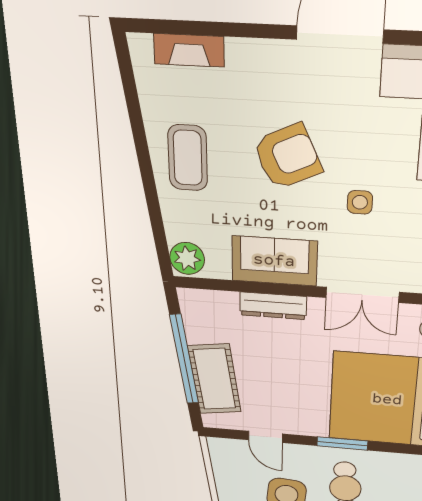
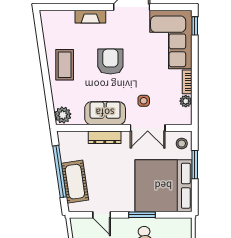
fireplace: (189, 50) -> (90, 17), moved
armchair: (287, 157) -> (110, 62), turned -65
side table: (360, 202) -> (144, 101), moved

